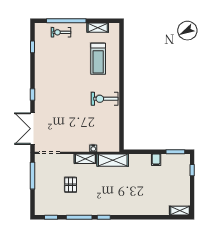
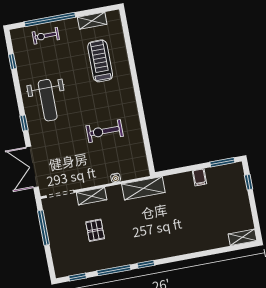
treadmill: (98, 59) -> (100, 61), turned 180
weight bench: (53, 81) -> (48, 100), added
exercise bike: (105, 99) -> (105, 131), moved
shelving: (85, 159) -> (92, 196), moved

